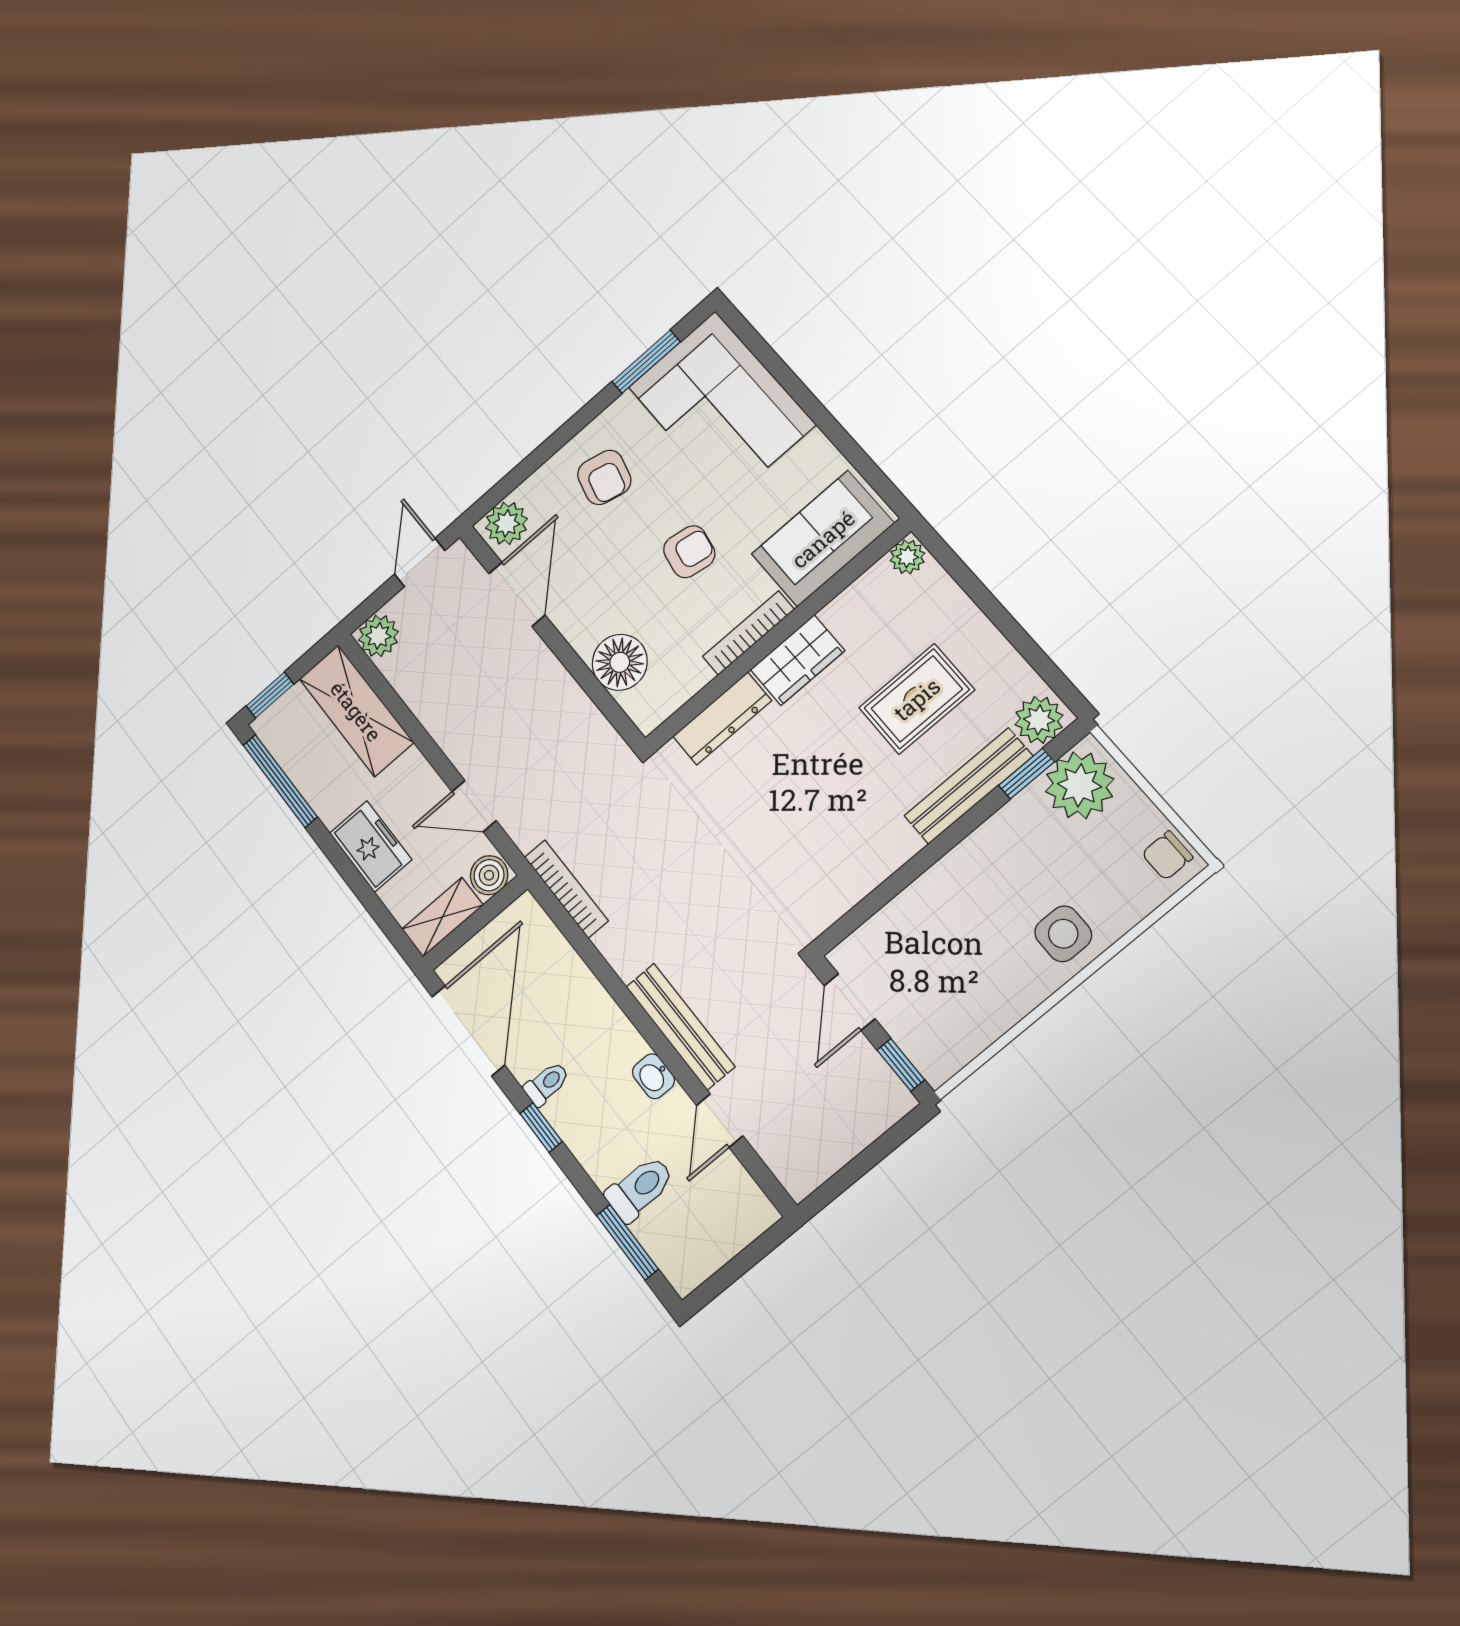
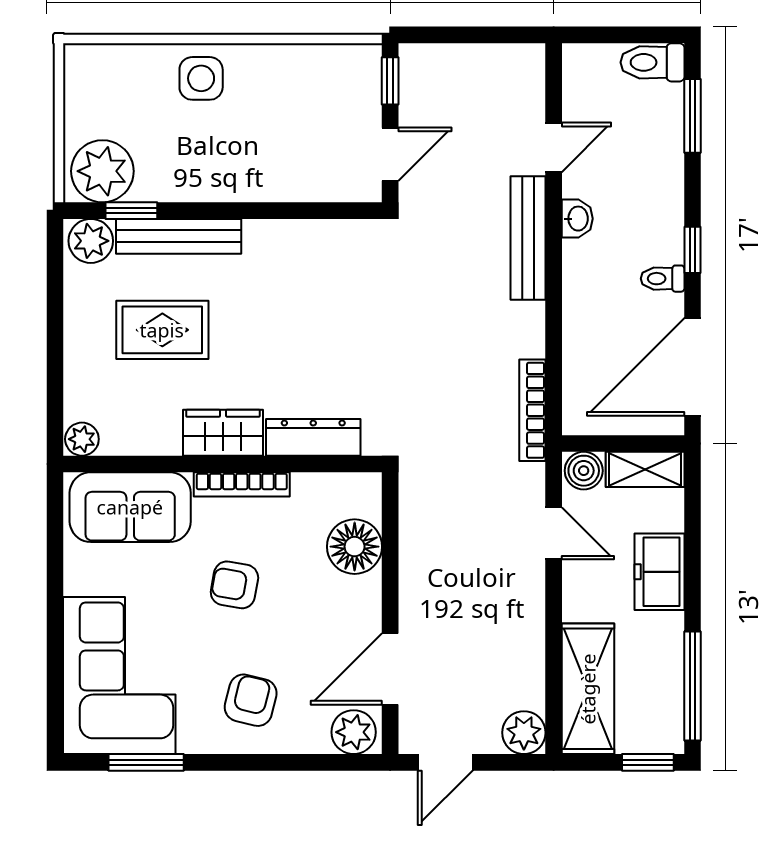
chair: (1167, 855) -> (85, 73), removed
toilet: (640, 1189) -> (652, 62), moved

